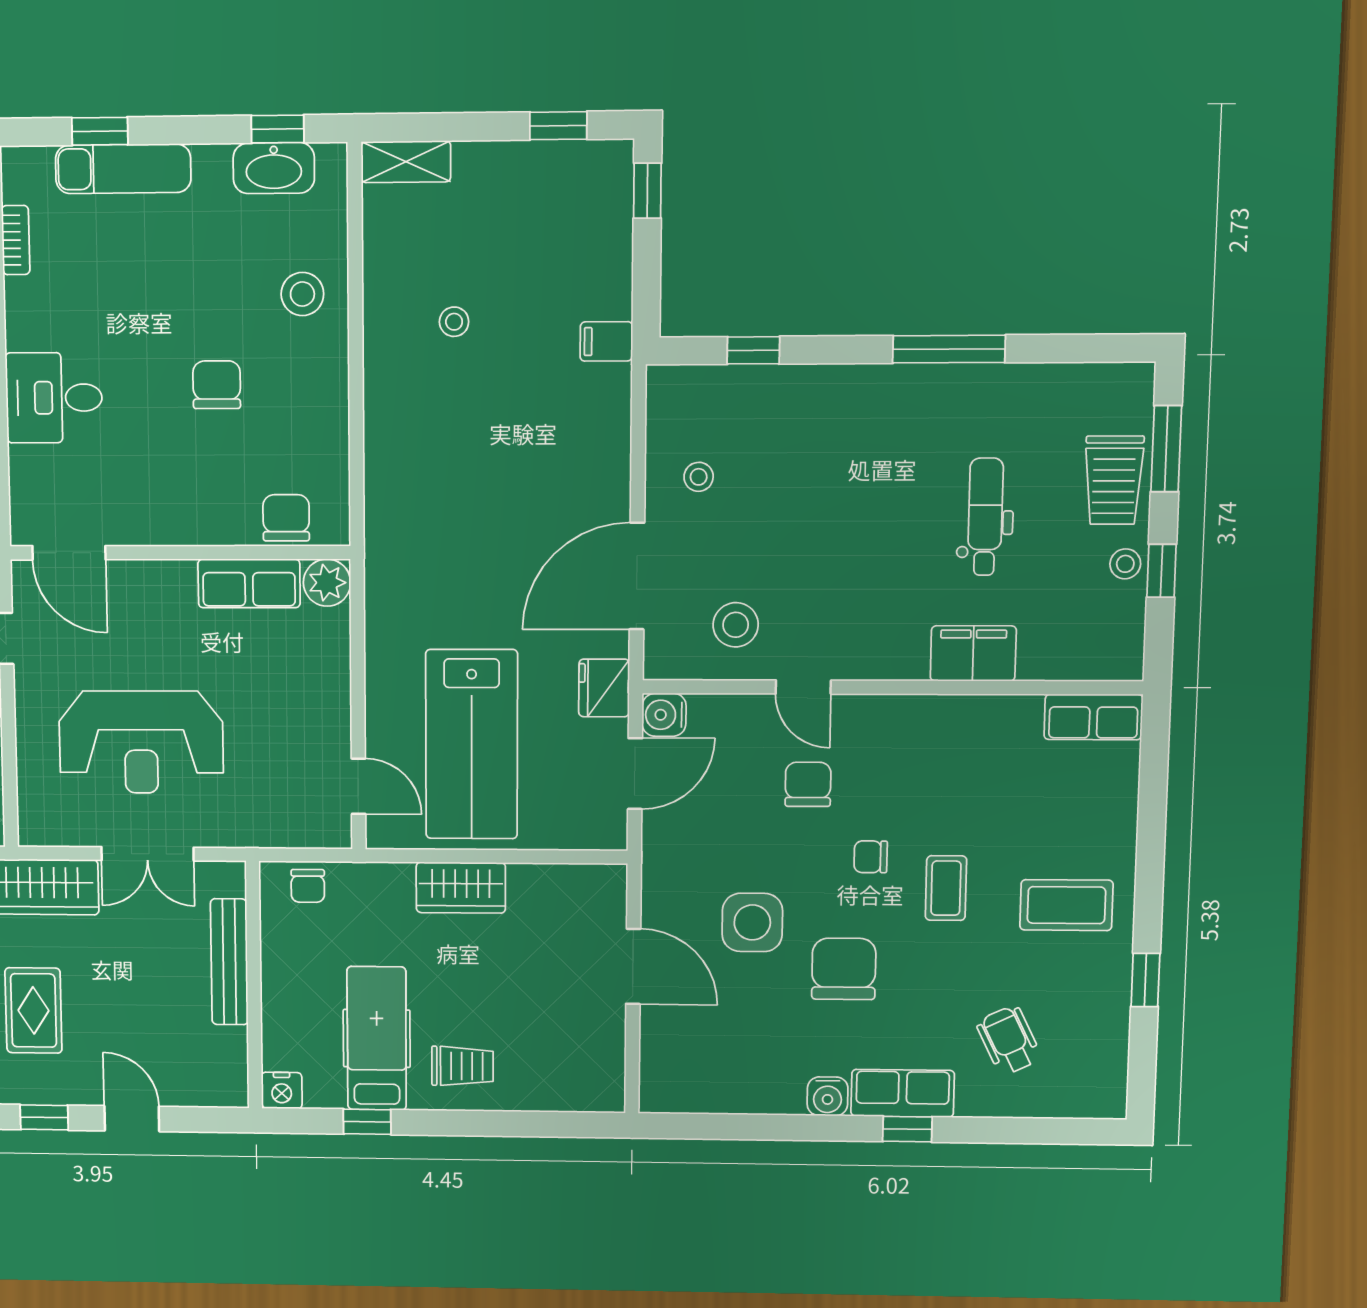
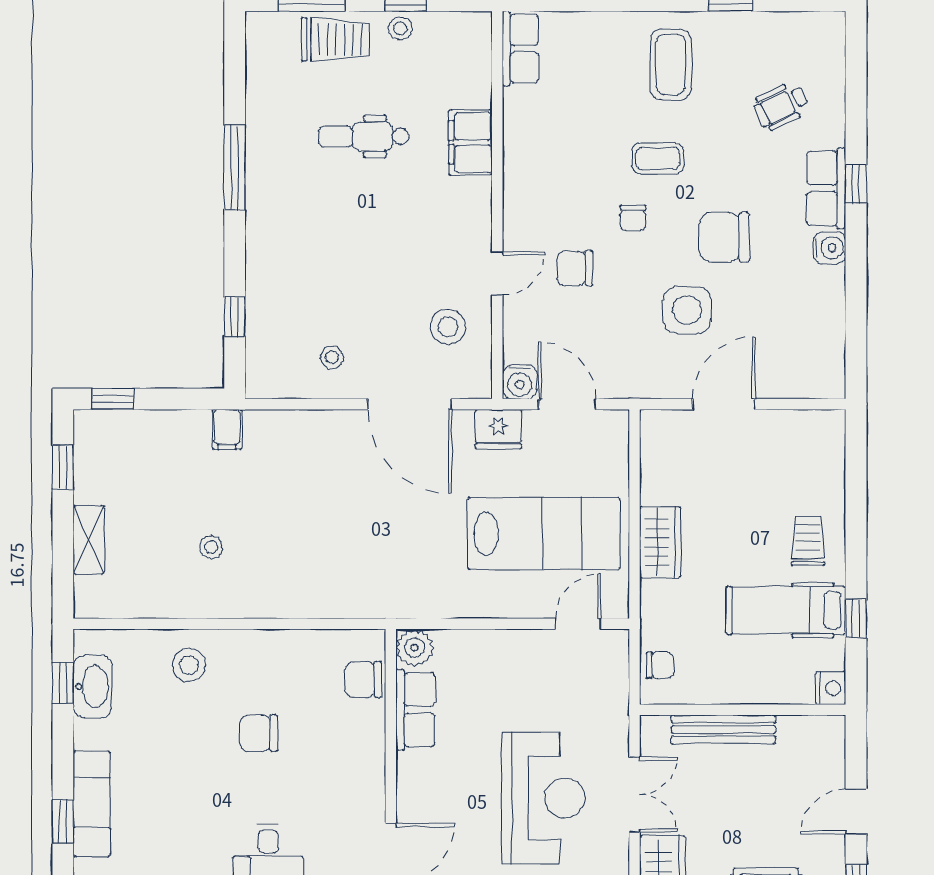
shelving: (406, 162) -> (89, 540), moved

